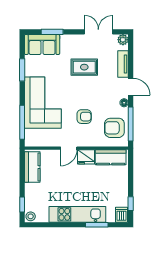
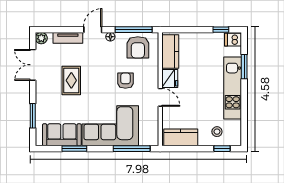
sofa: (42, 45) -> (62, 135), moved, turned -90
stool: (31, 216) -> (217, 132), moved

